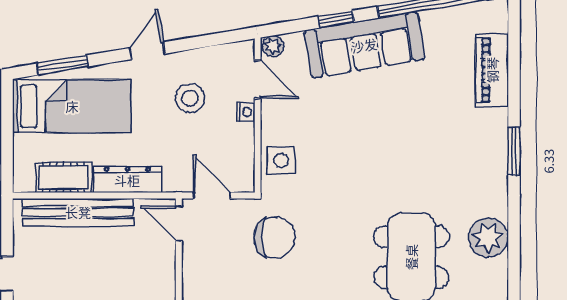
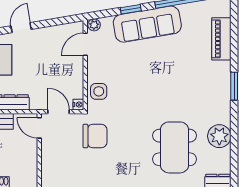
door: (258, 79) -> (85, 44), swing flipped
stool: (190, 98) -> (46, 55), removed
nightstand: (246, 112) -> (78, 105), moved

